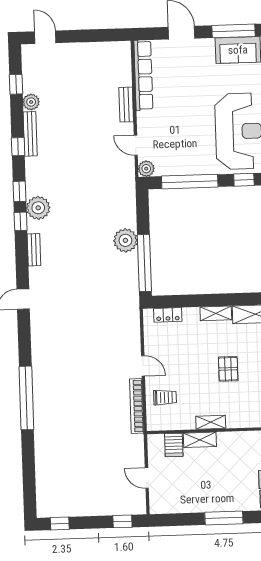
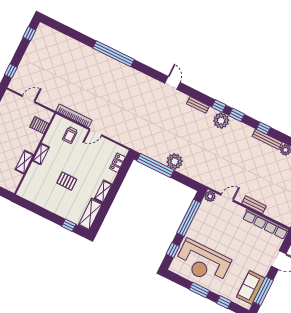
shelving: (200, 440) -> (24, 162), moved

